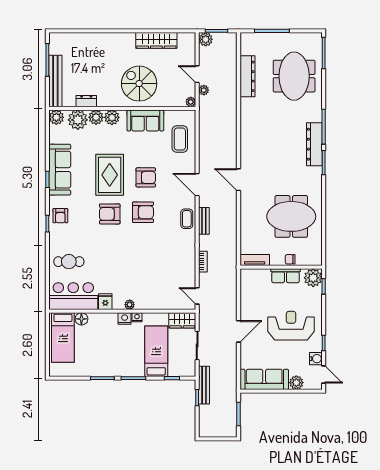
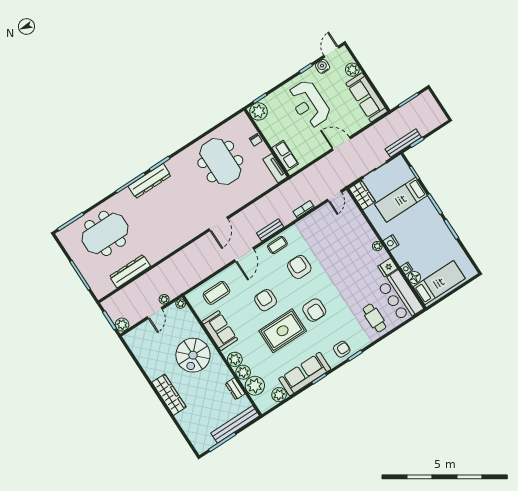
wardrobe: (156, 40) -> (169, 395), moved
plant: (56, 117) -> (279, 395), moved
armchair: (143, 212) -> (299, 267), moved
row of seats: (285, 276) -> (285, 156), moved
nightstand: (137, 317) -> (406, 268), moved

